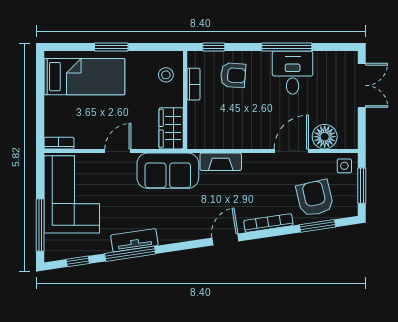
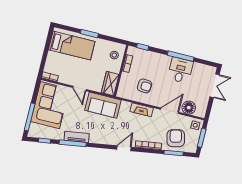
armchair: (233, 75) -> (145, 86), moved
door: (118, 151) -> (80, 88), swing flipped
fireplace: (221, 162) -> (142, 110), moved

